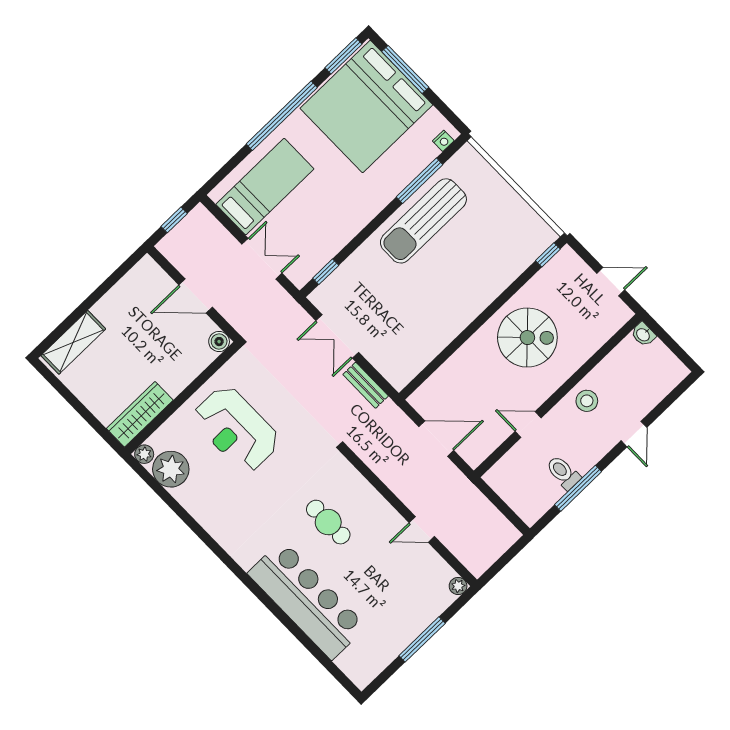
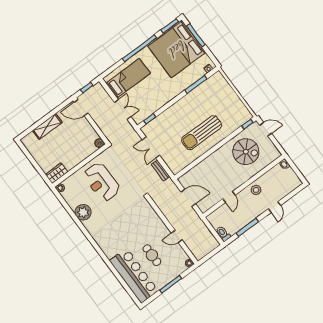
sun lounger: (423, 221) -> (202, 133), moved
door: (611, 282) -> (266, 129), moved
door: (196, 296) -> (81, 108), moved
spiral stairs: (527, 338) -> (246, 152), moved
shelving: (73, 342) -> (47, 126), moved
wardrobe: (140, 414) -> (57, 173), width x0.67
door: (528, 425) -> (229, 197), swing flipped
plant: (171, 469) -> (83, 212), moved
toilet: (563, 473) -> (223, 234), moved
cafe table: (328, 522) -> (152, 255), moved
bar counter: (307, 600) -> (134, 276), moved

